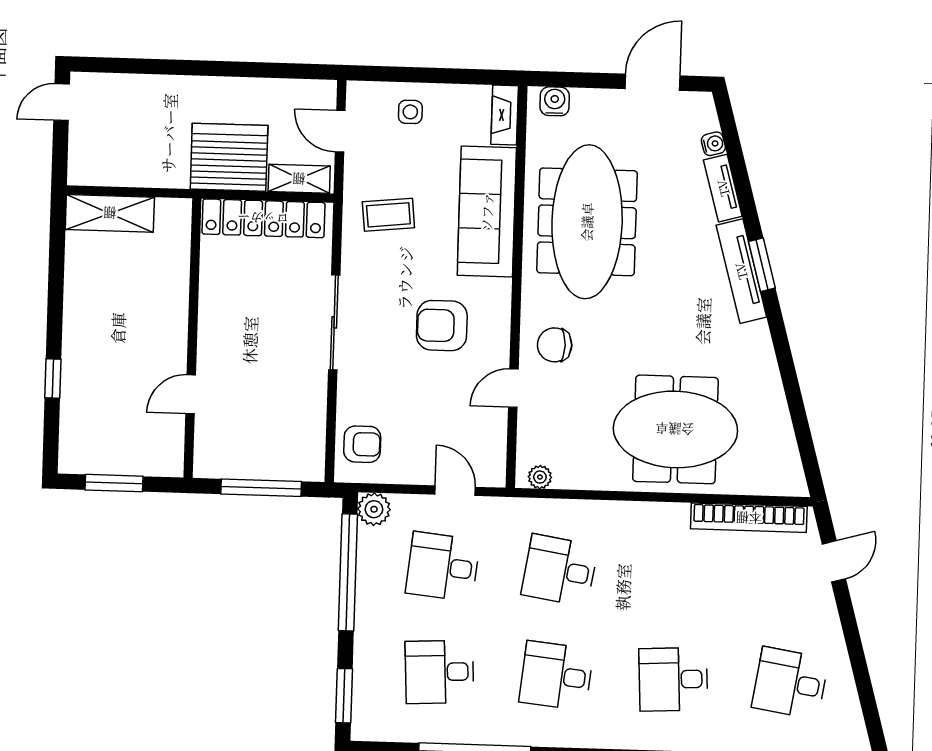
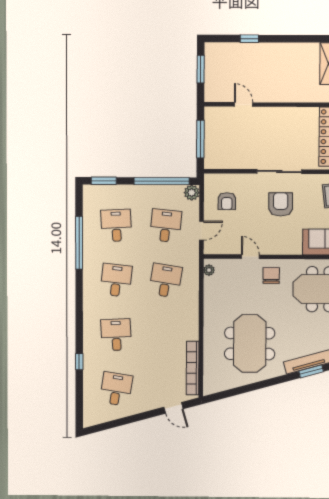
armchair: (442, 326) -> (281, 204), moved
meeting table: (675, 429) -> (250, 344), moved
armchair: (362, 444) -> (227, 201), moved

